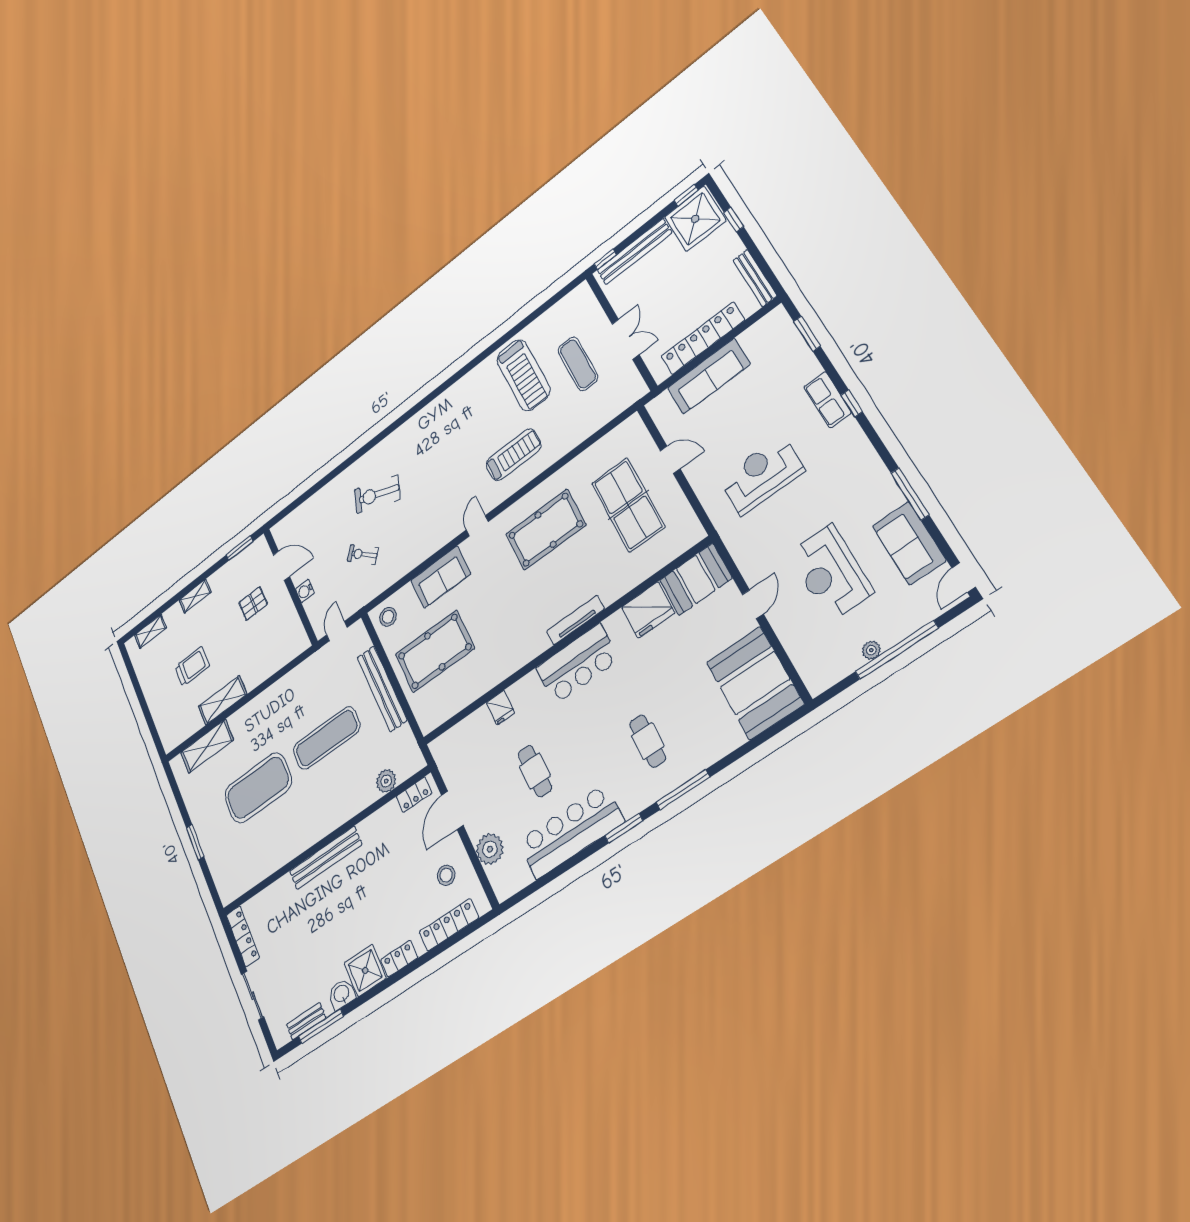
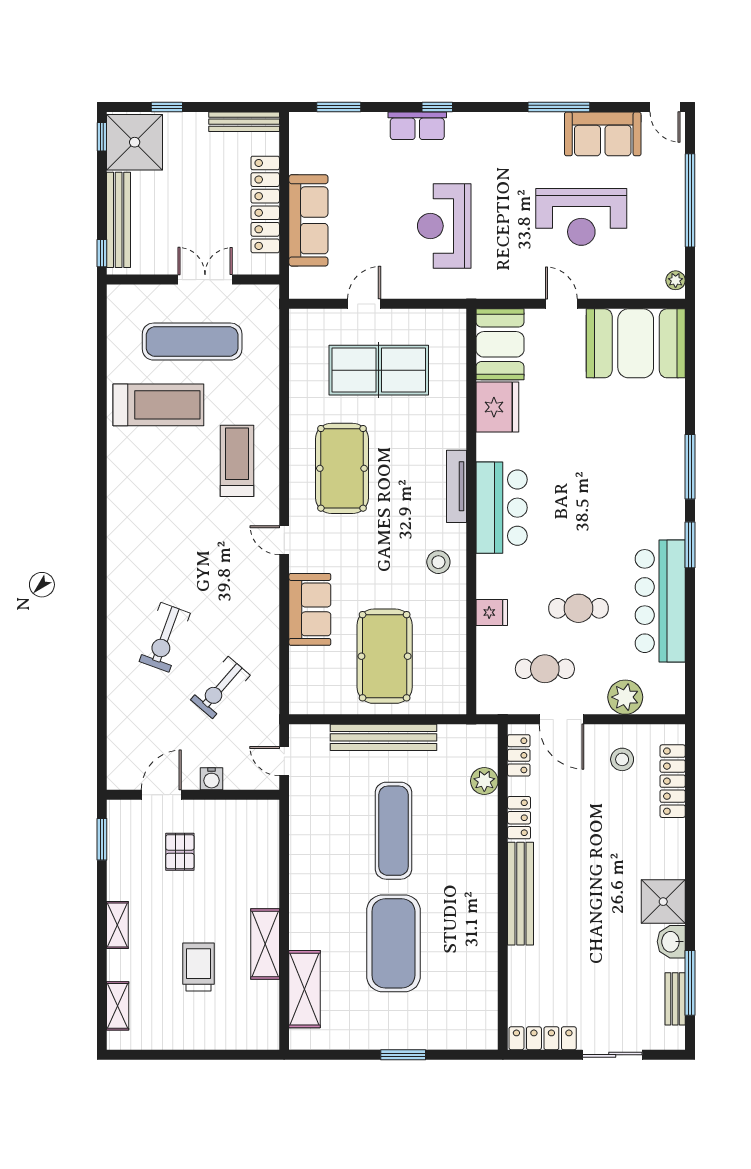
exercise mat: (578, 364) -> (192, 342), width x1.36, depth x1.45
exercise bike: (363, 554) -> (220, 687), width x1.38, depth x1.39
stool: (388, 617) -> (438, 562), moved
plant: (871, 650) -> (676, 280), moved
cafe table: (648, 741) -> (545, 669), moved
locker: (399, 959) -> (519, 818), moved, turned 180

